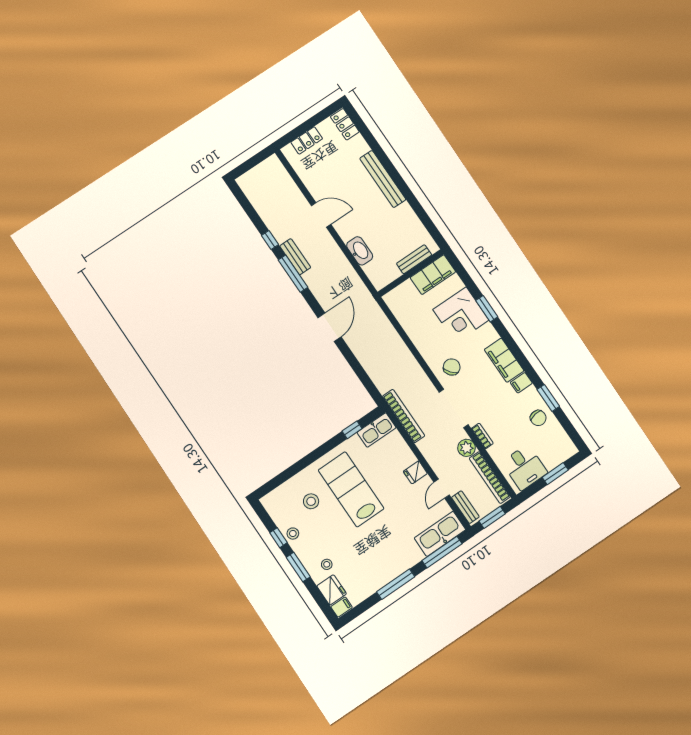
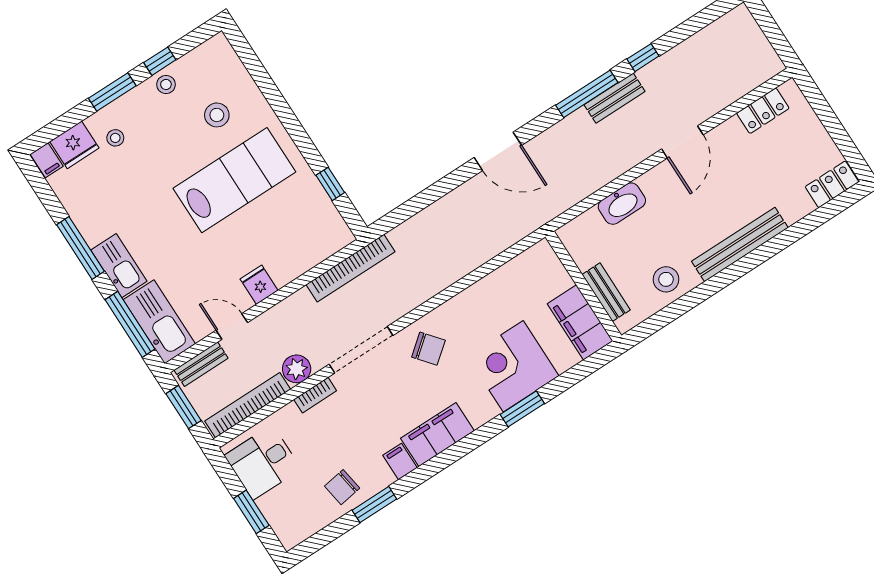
locker: (307, 140) -> (763, 111), moved, turned -90
stool: (405, 223) -> (666, 279), added
kitchen sink: (376, 430) -> (119, 266), moved, turned 180

